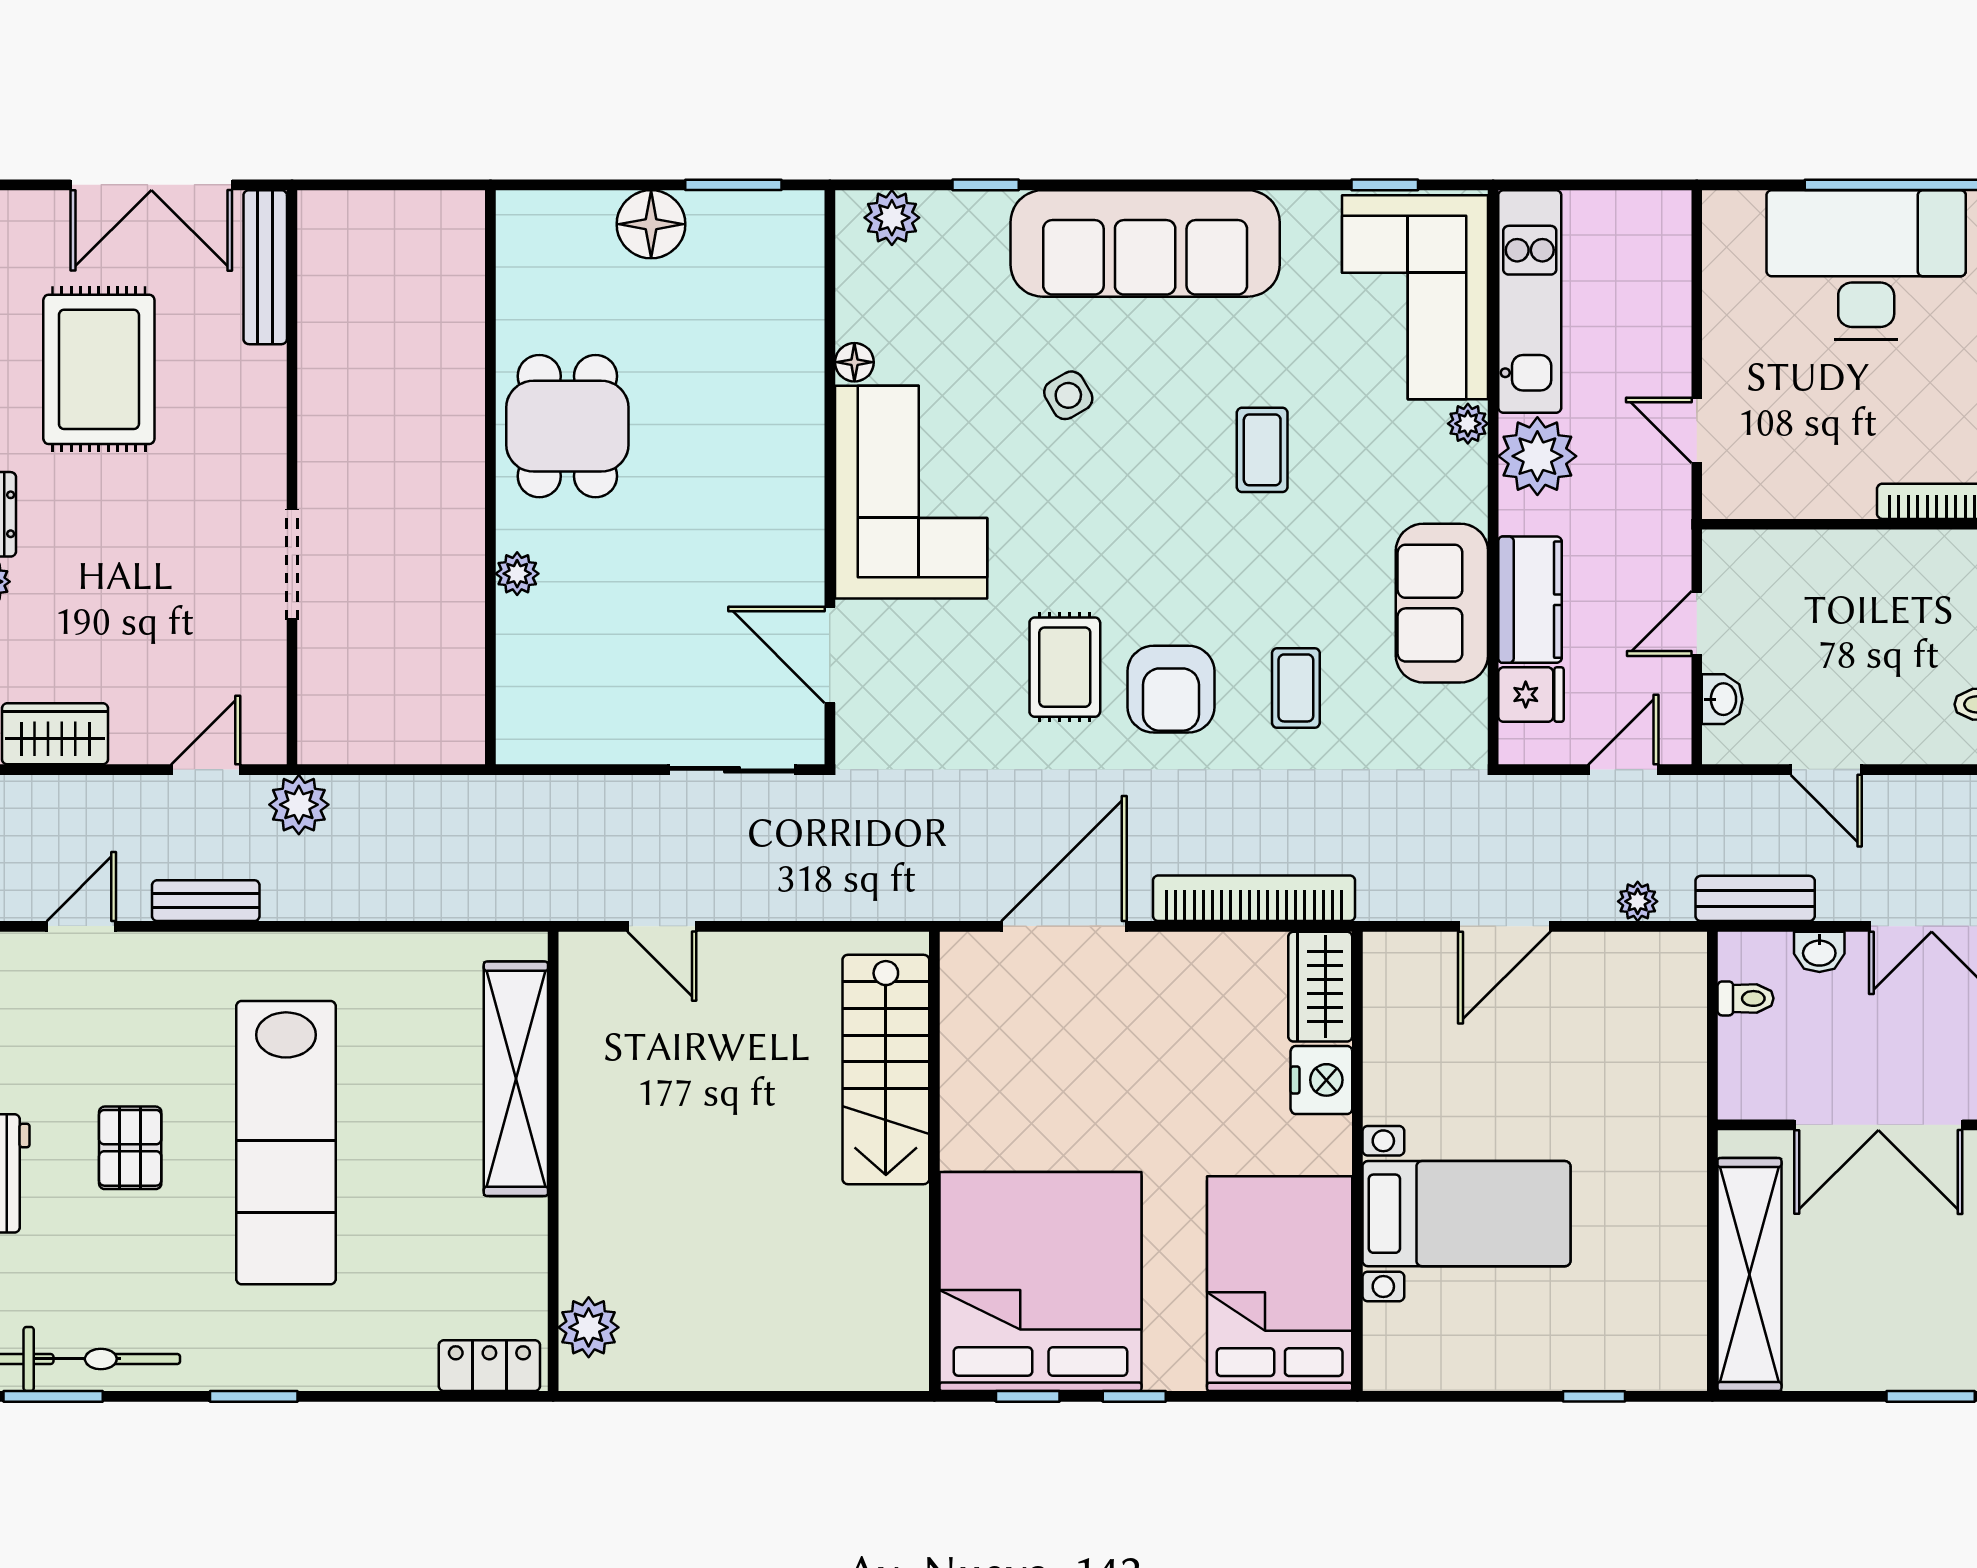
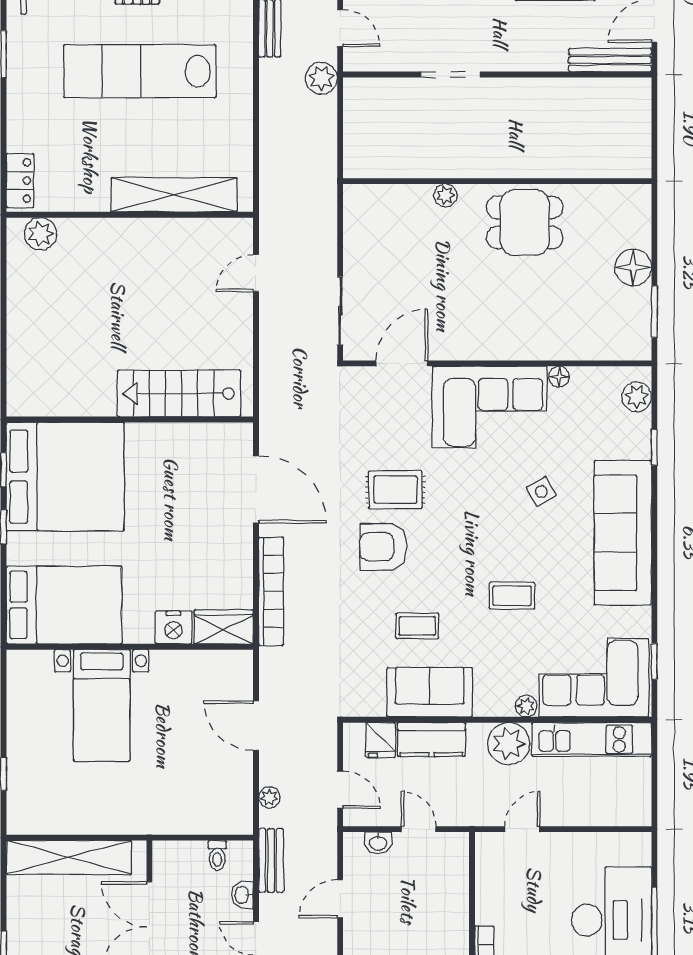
coffee table: (1296, 688) -> (417, 626), moved

